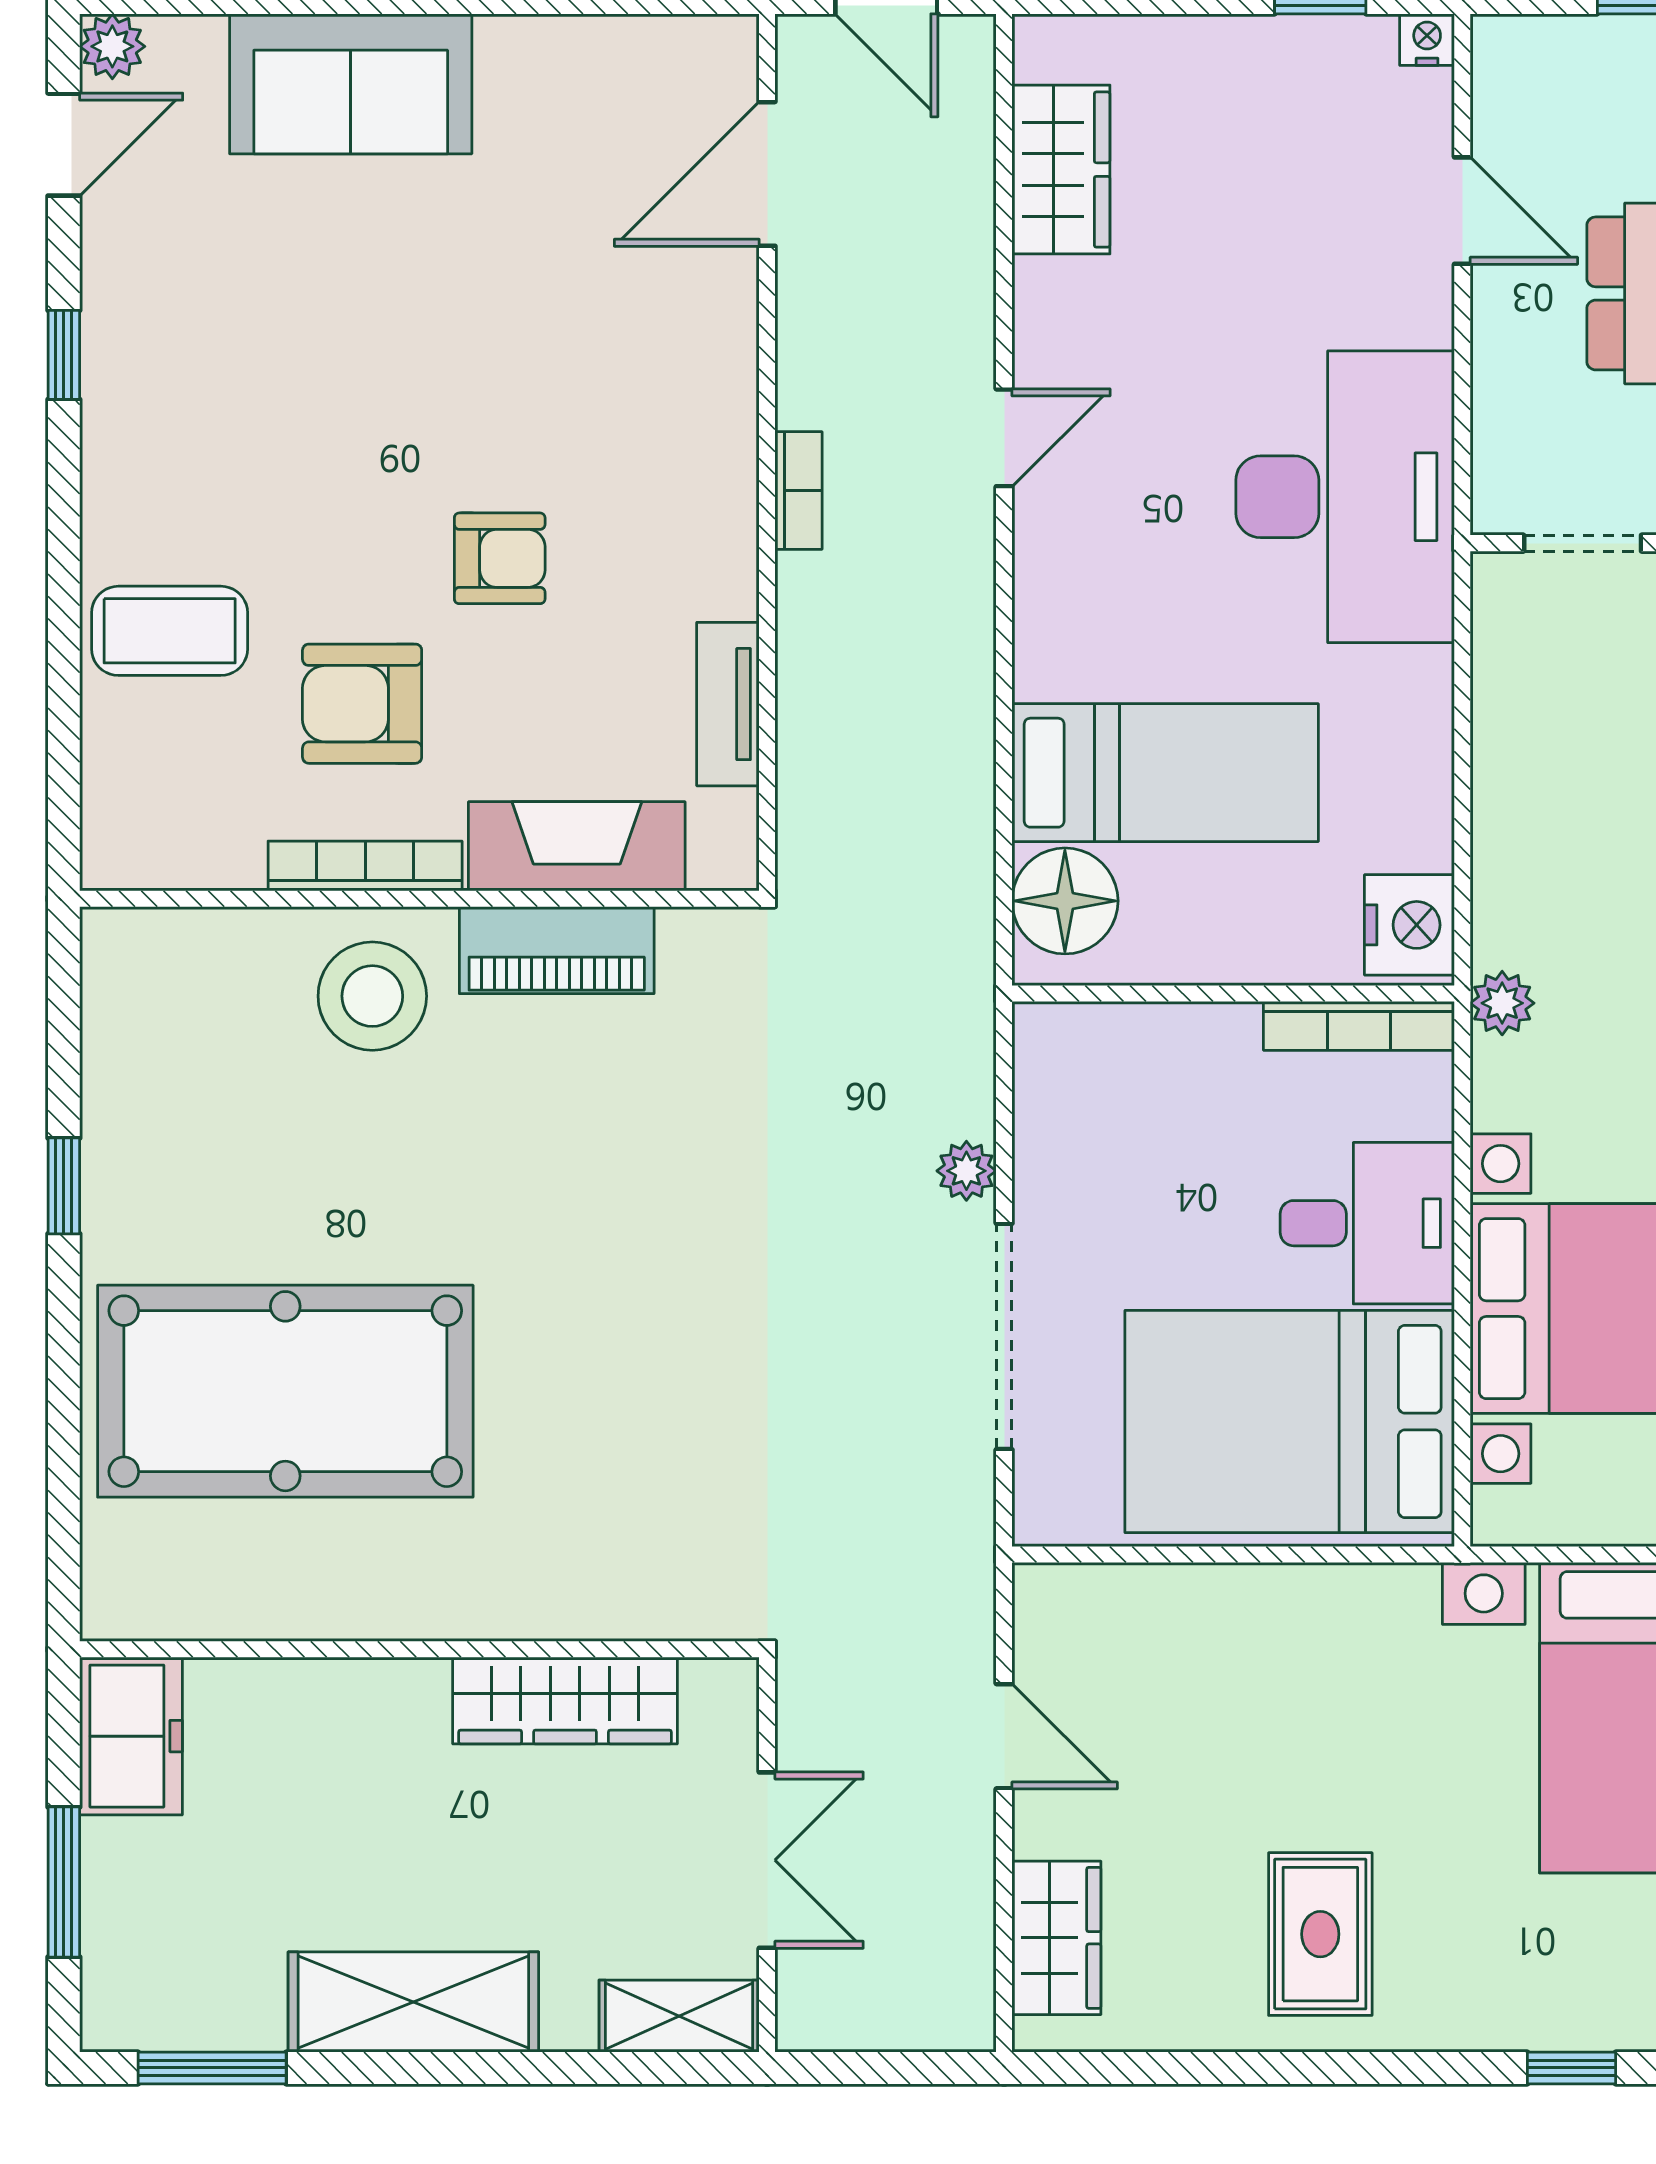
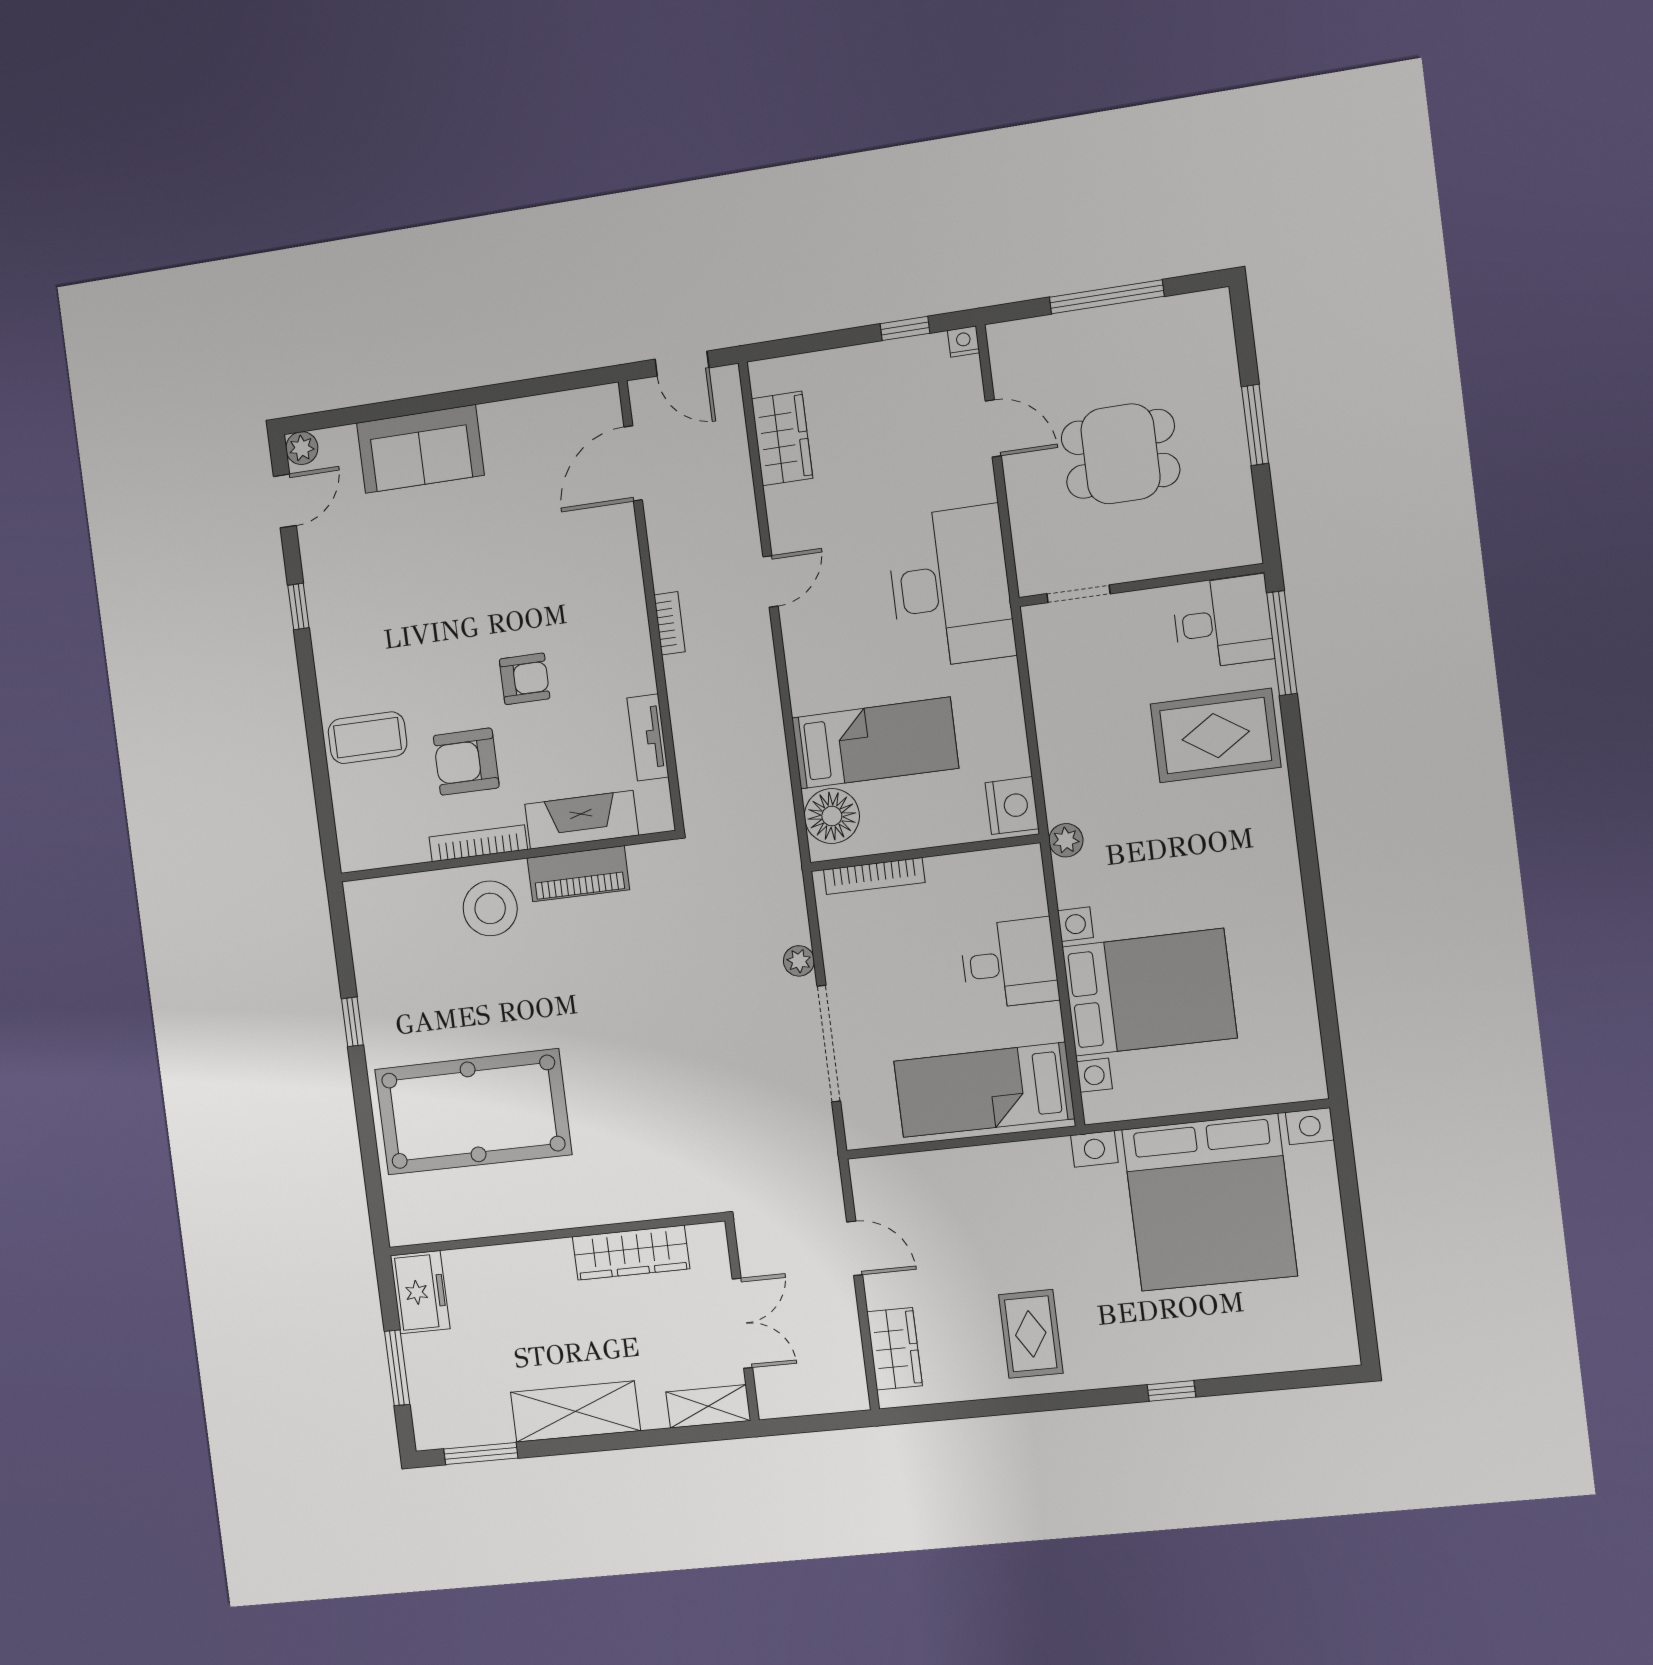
bookcase: (1359, 1026) -> (874, 876), moved
bed: (1290, 1421) -> (984, 1090), width x0.67

